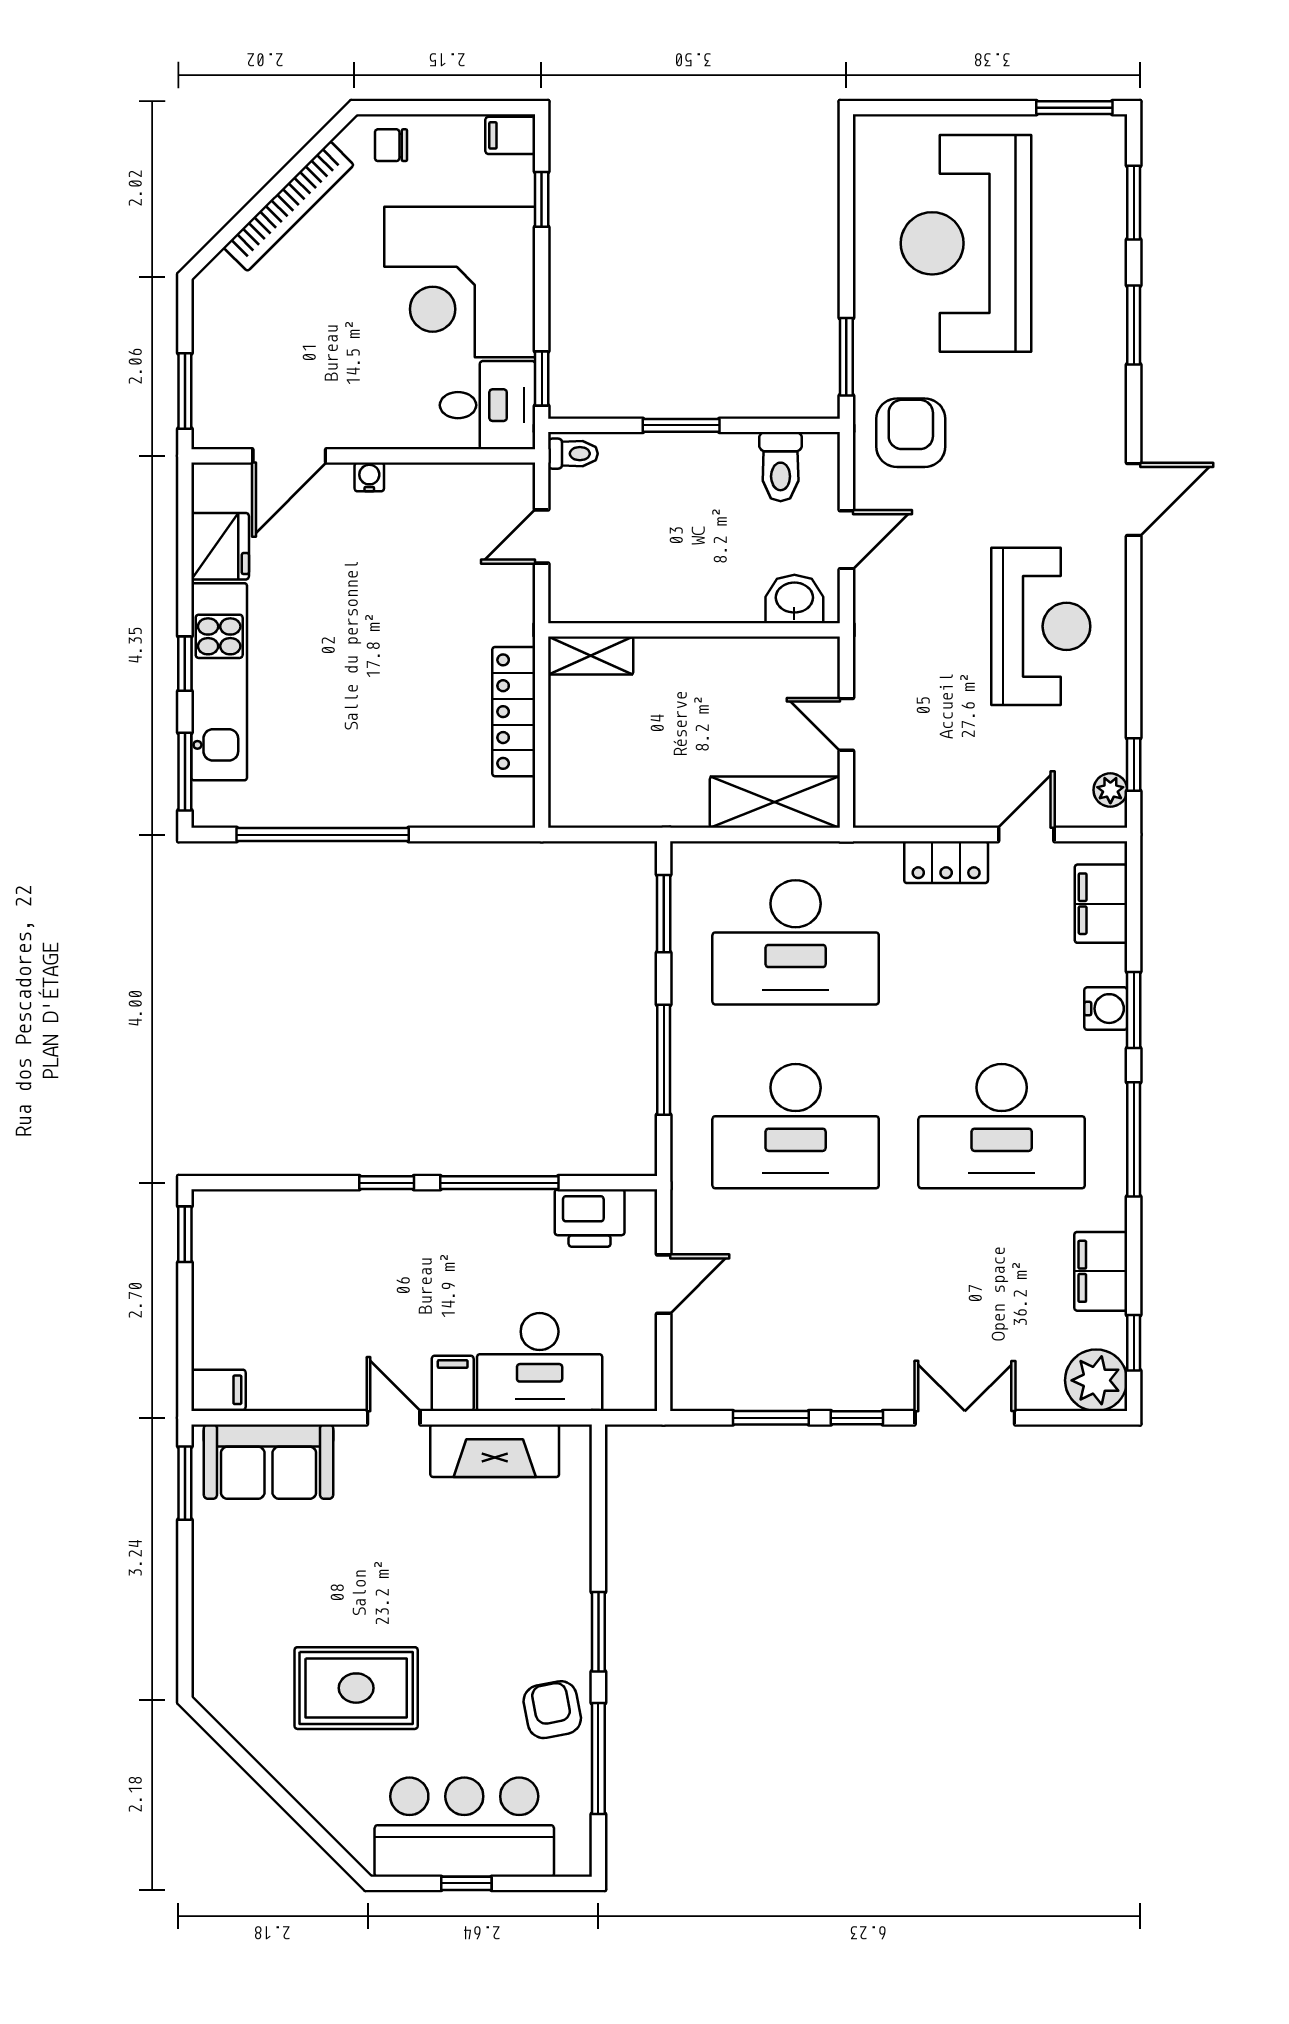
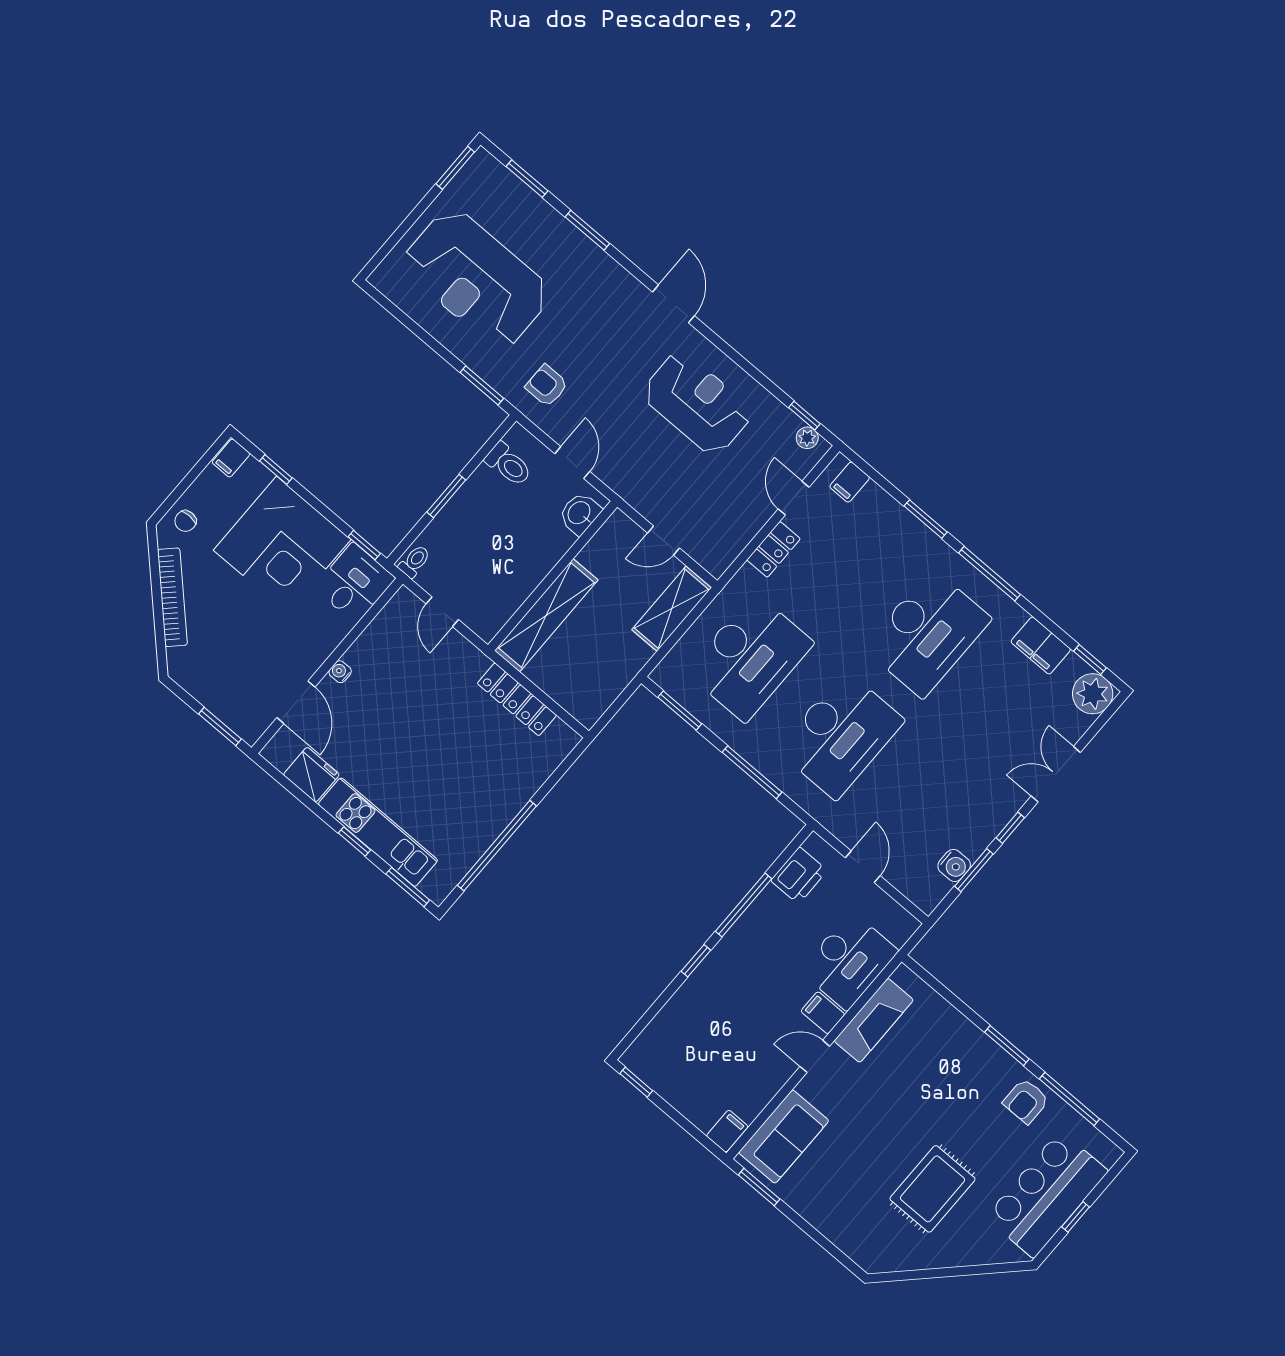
armchair: (911, 433) -> (547, 386), width x0.72, depth x0.72
shelving: (591, 656) -> (546, 615), width x2.20, depth x1.33
filing cabinet: (1101, 904) -> (850, 482), width x0.50
water cooler: (1106, 1009) -> (954, 865), moved, turned 90
armchair: (552, 1710) -> (1026, 1101), turned -79

